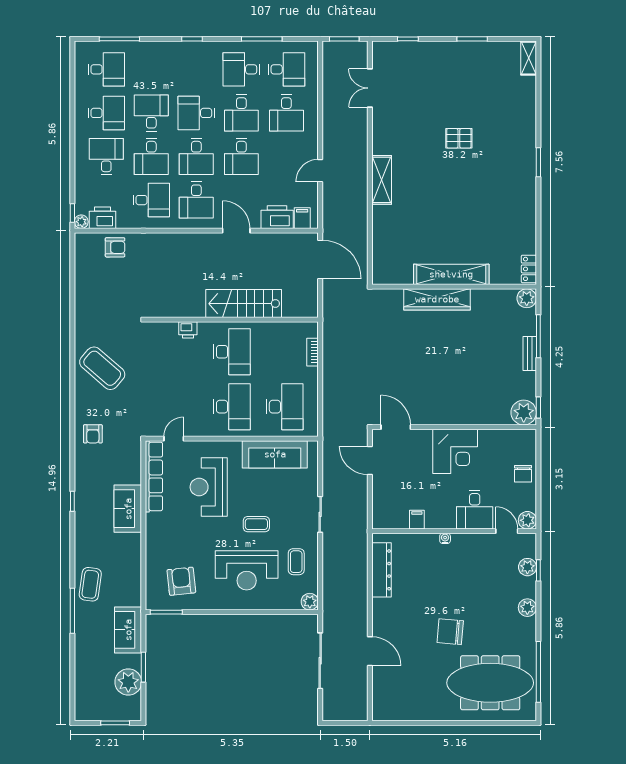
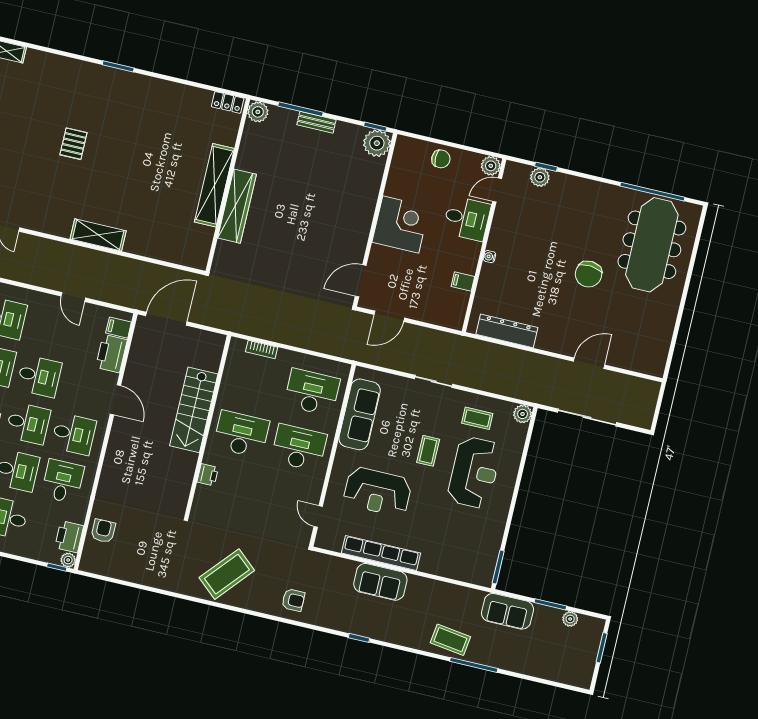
door: (236, 231) -> (115, 400), swing flipped
row of seats: (154, 476) -> (381, 553), moved
armchair: (181, 581) -> (470, 543), removed
plant: (527, 608) -> (582, 187), removed
plant: (128, 682) -> (570, 619), width x0.53, depth x0.53

